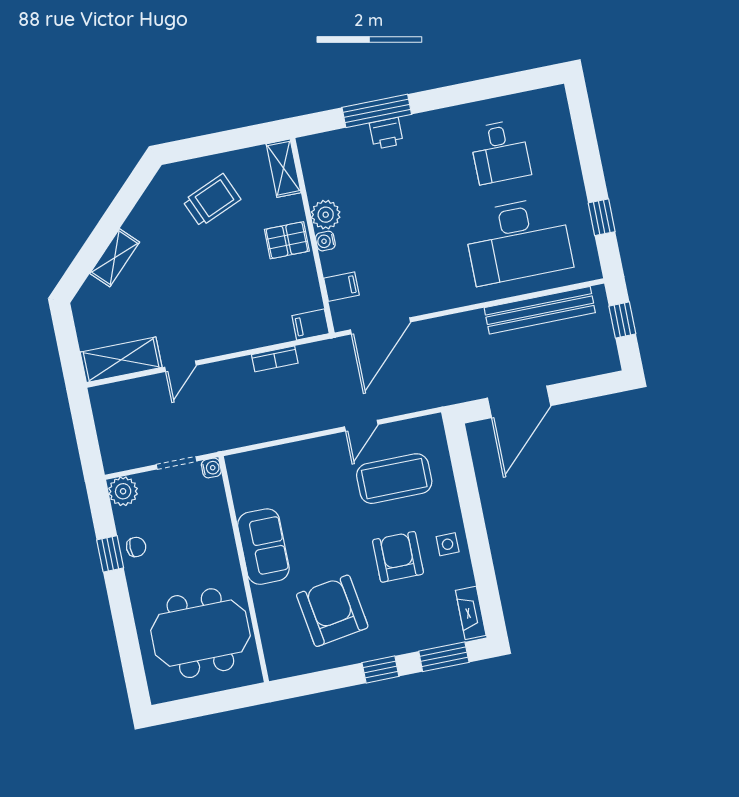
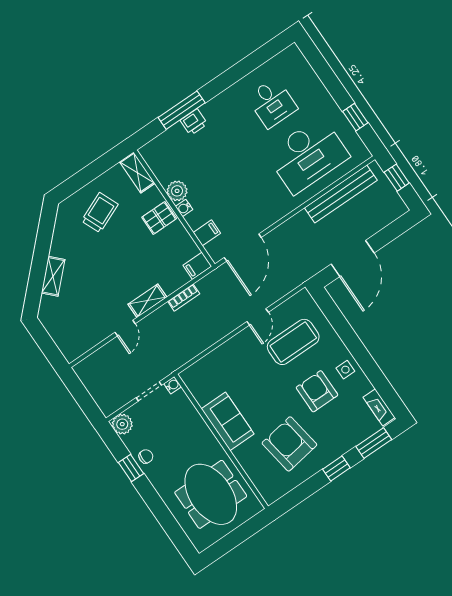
shelving: (121, 360) -> (147, 301), moved, width x0.67, depth x0.75
meeting table: (200, 633) -> (211, 494), turned 90

